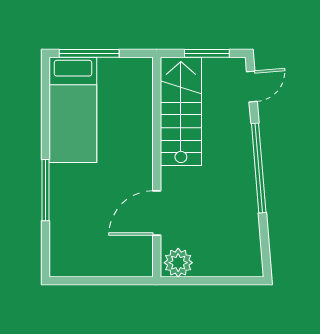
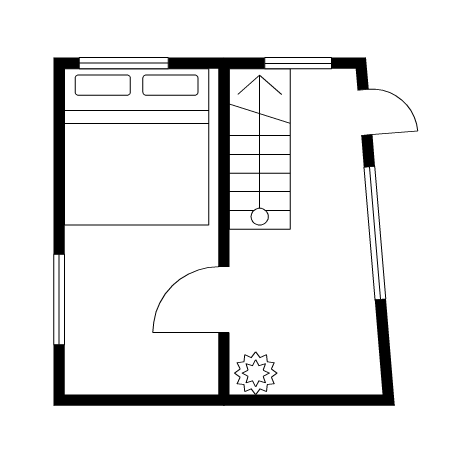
door: (252, 87) -> (365, 112), hinge flipped
bed: (73, 110) -> (137, 147), width x2.04
window: (45, 190) -> (59, 299), moved

